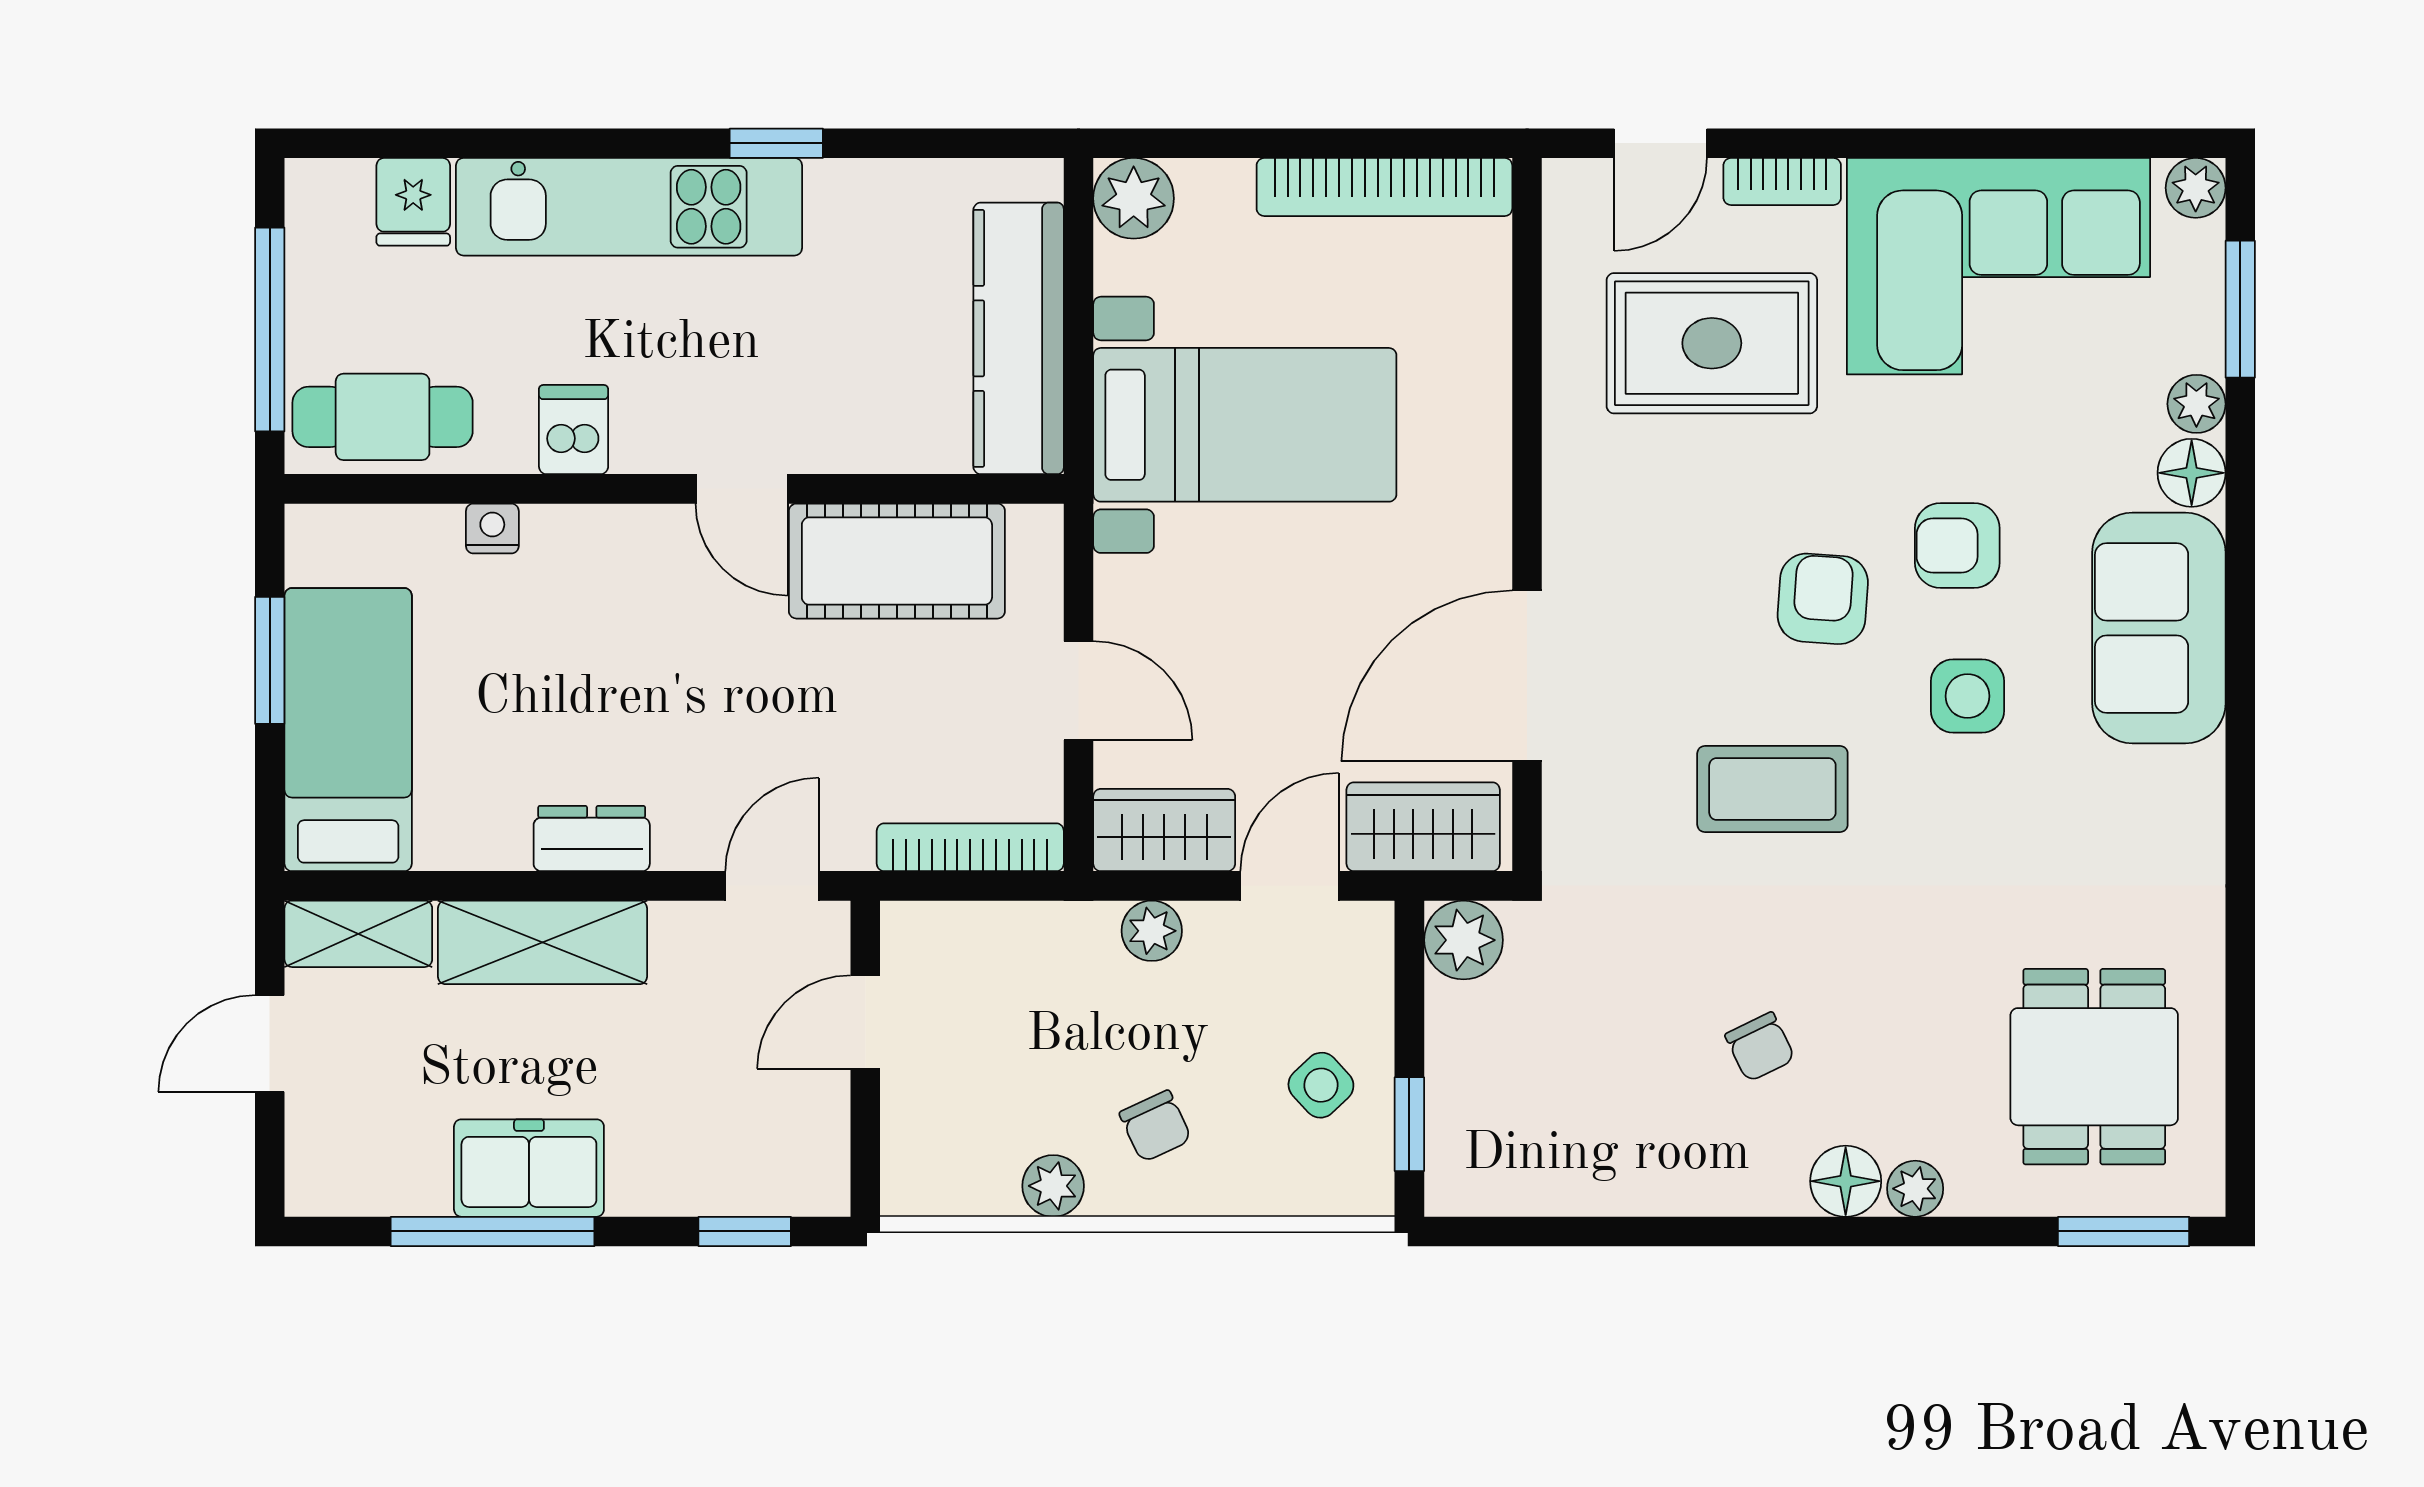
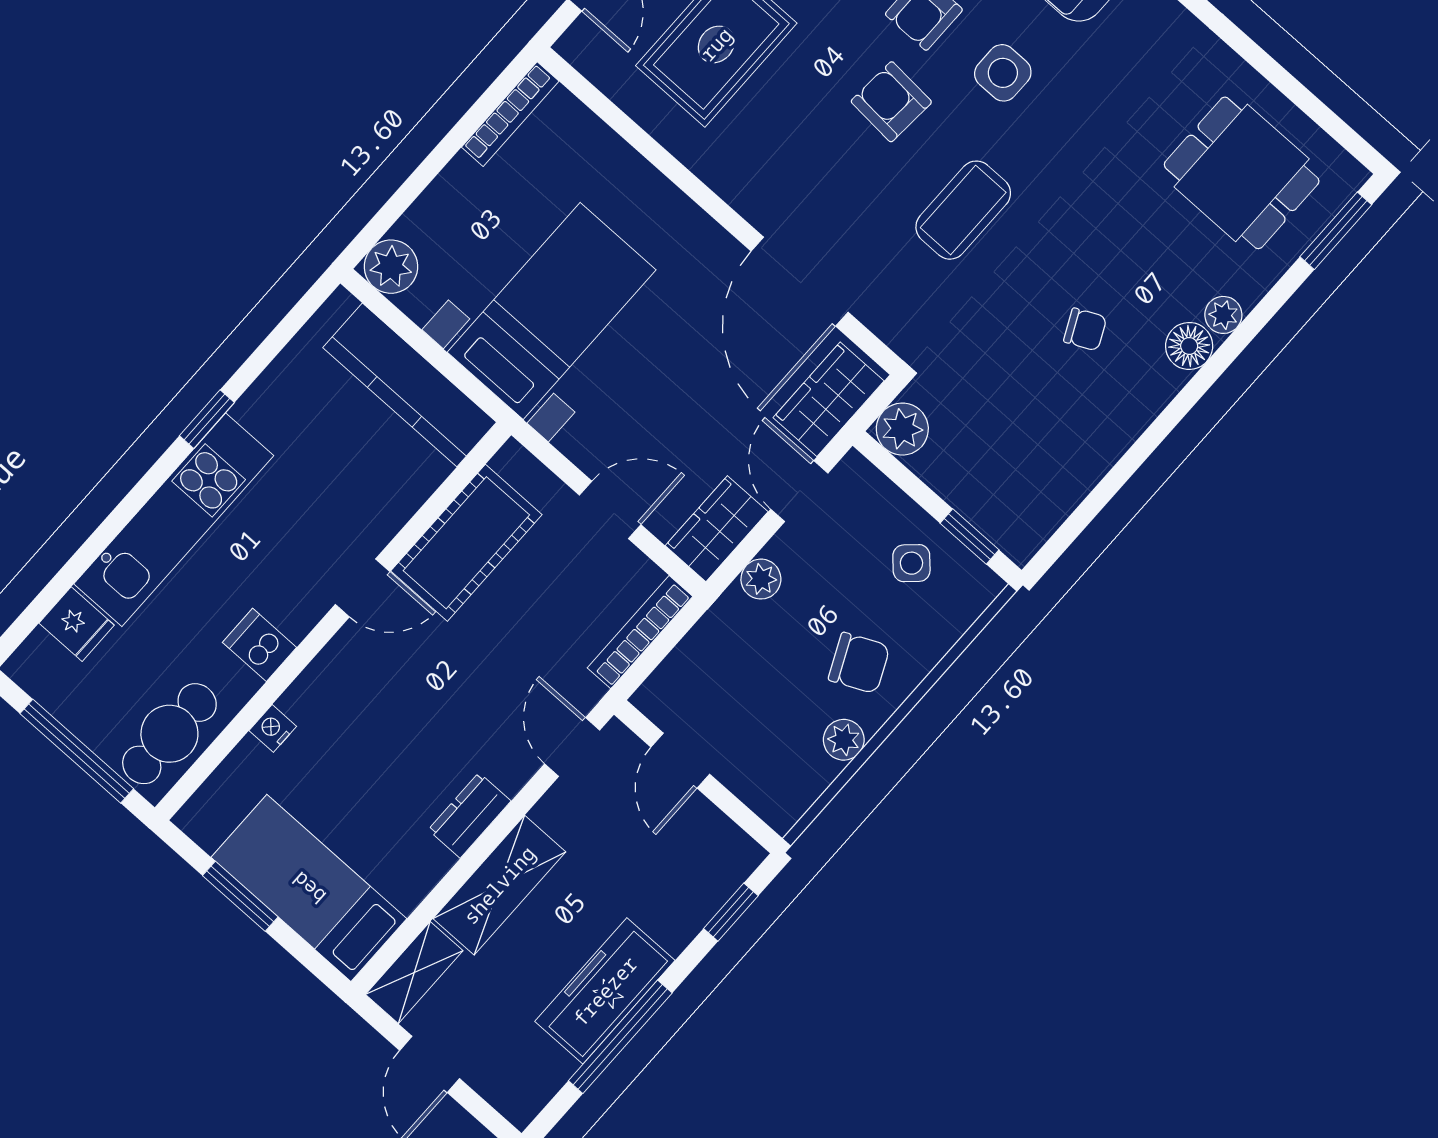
bookcase: (1384, 187) -> (510, 114), width x0.68, depth x0.76
chair: (1155, 1126) -> (859, 663), width x1.37, depth x1.37
freezer: (529, 1168) -> (605, 991), width x1.40

